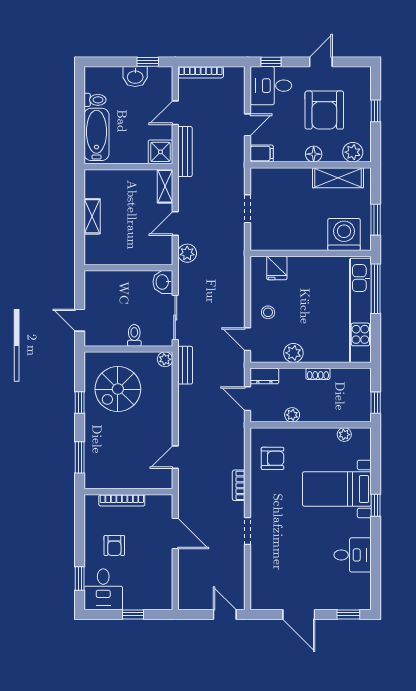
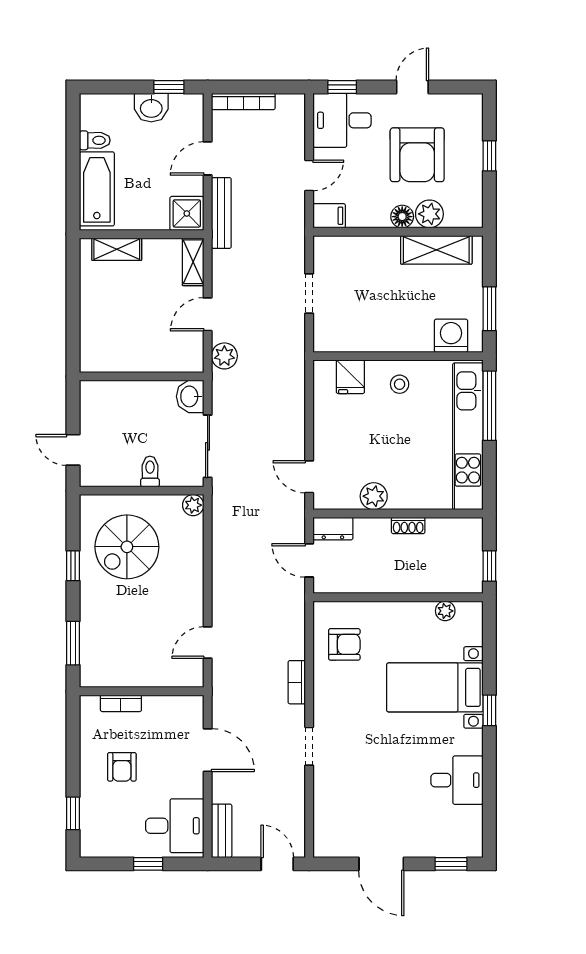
plant: (353, 152) -> (429, 214), moved
shelving: (92, 216) -> (117, 249), moved, turned 90
washing machine: (344, 234) -> (451, 336), width x0.73, depth x0.73
stool: (268, 312) -> (400, 384), moved
bench: (185, 365) -> (222, 831), moved
plant: (292, 415) -> (372, 583), removed
bookcase: (122, 500) -> (121, 703), width x0.64
desk: (103, 589) -> (175, 826), moved, turned -90

